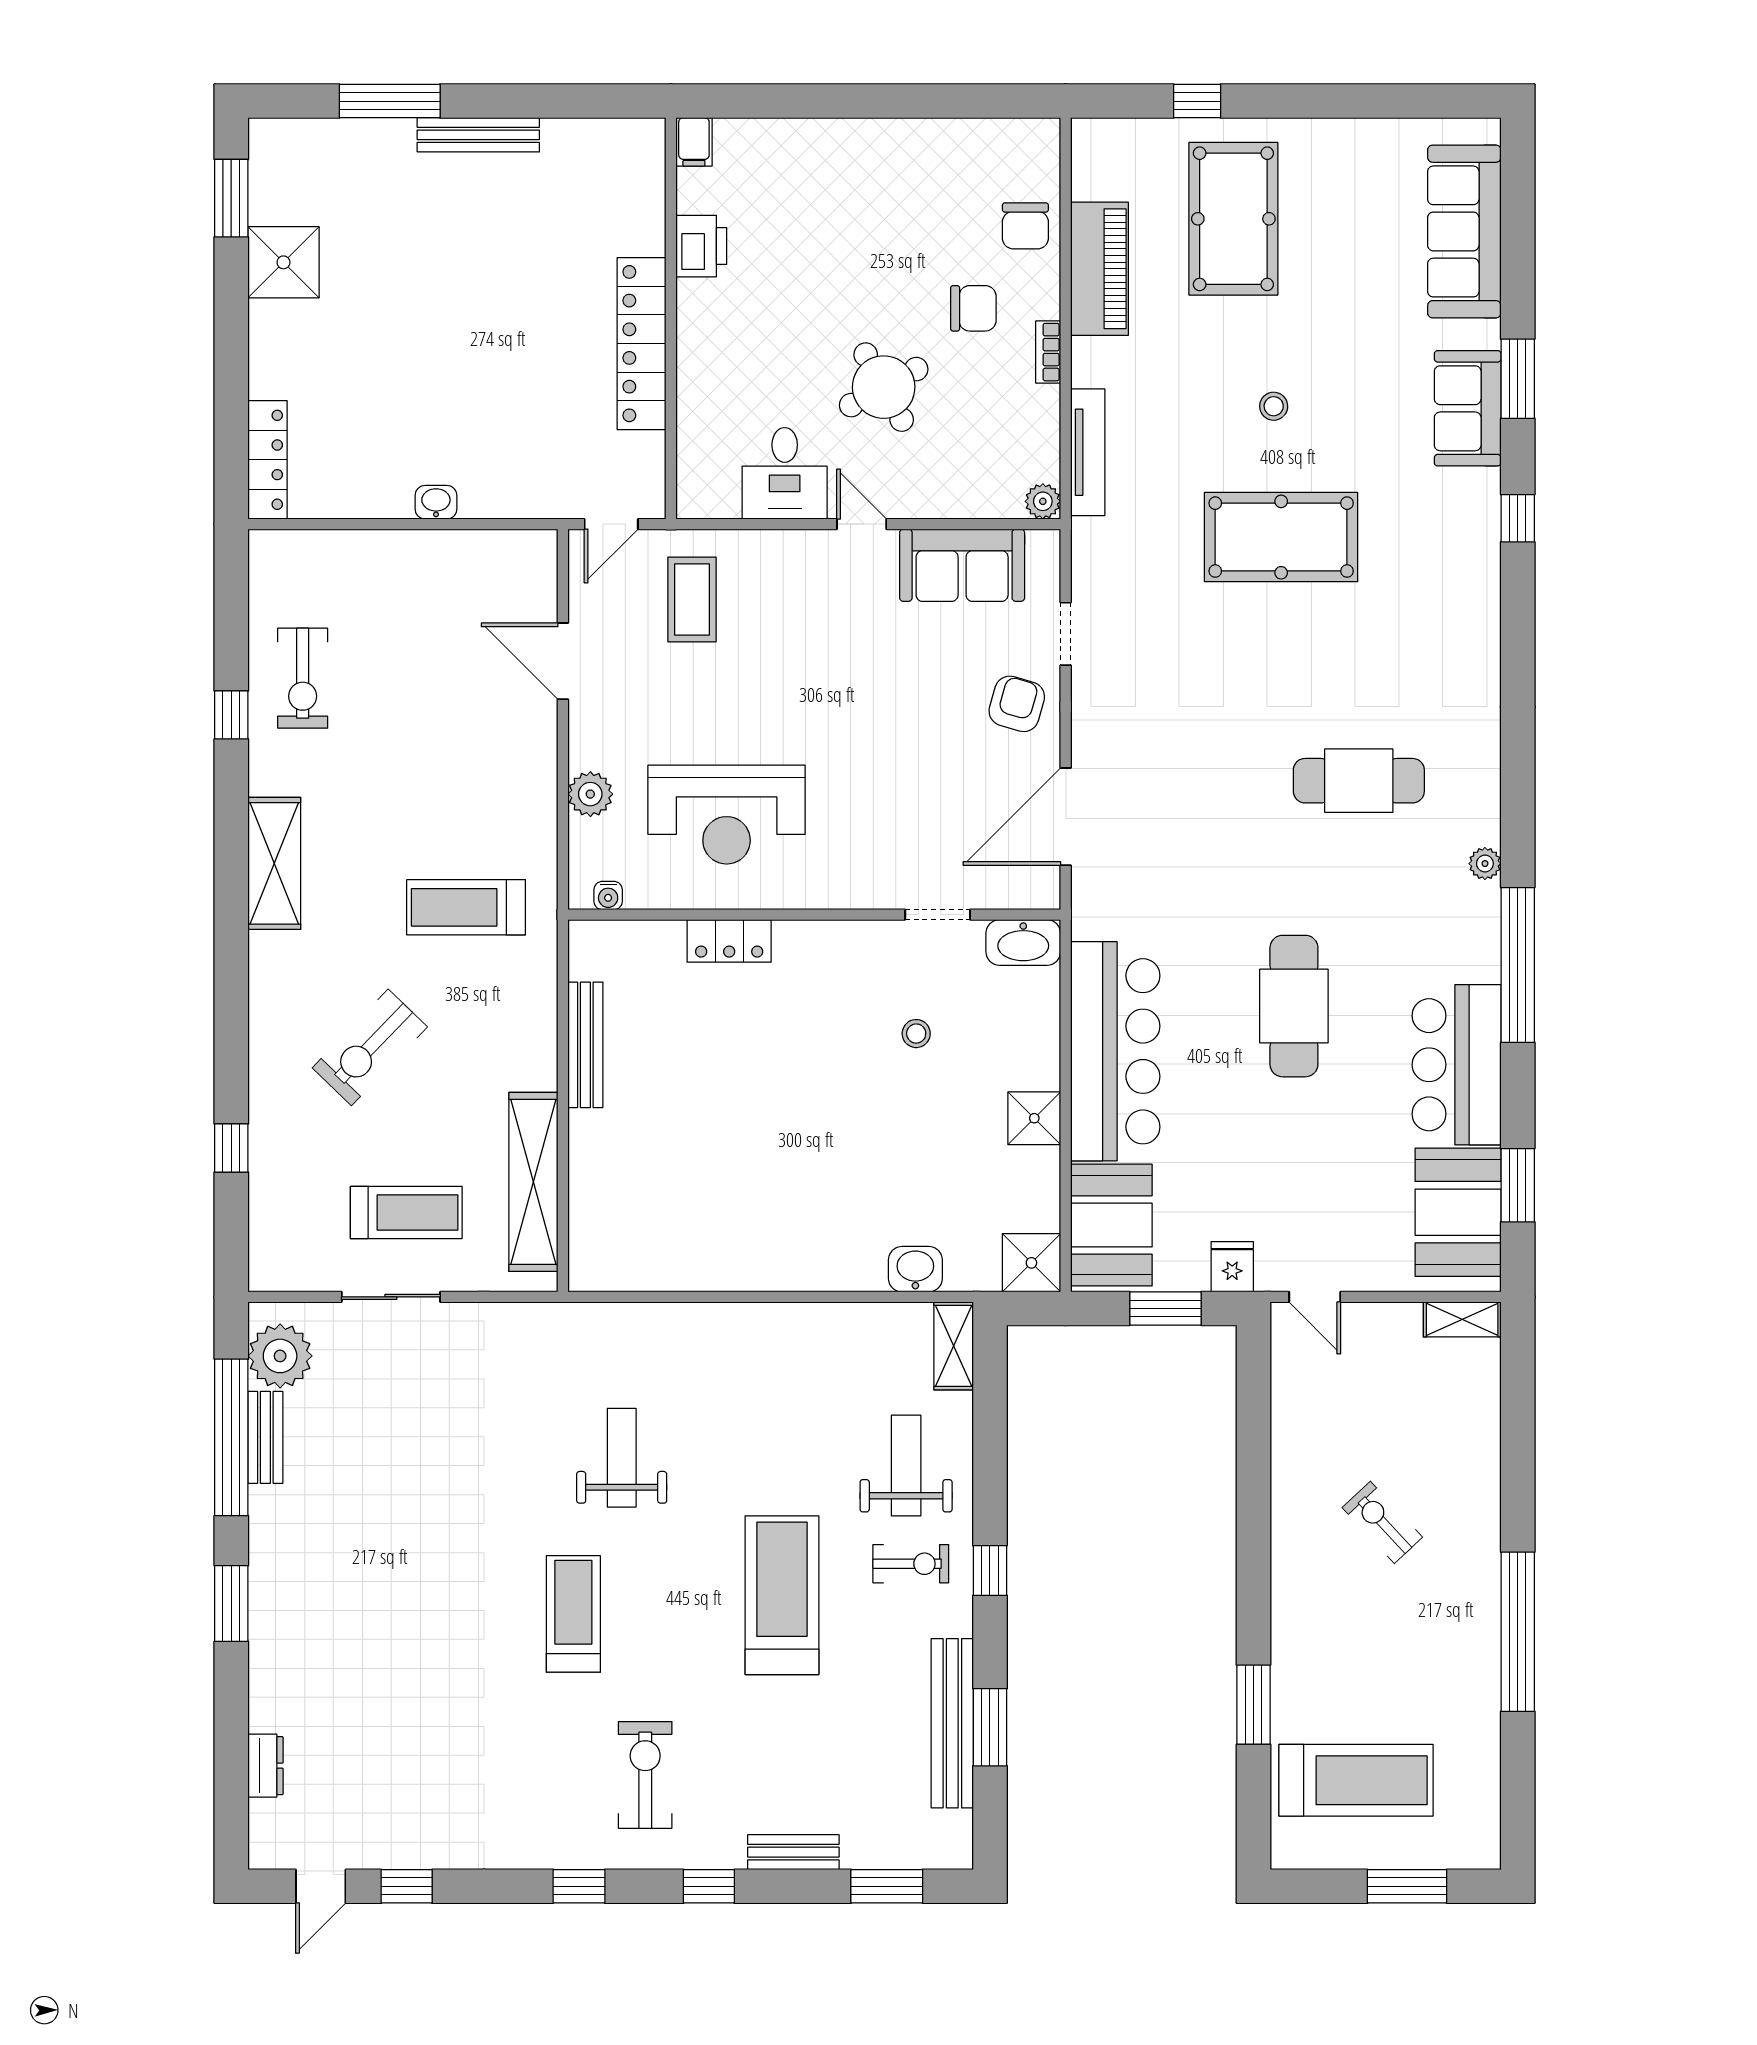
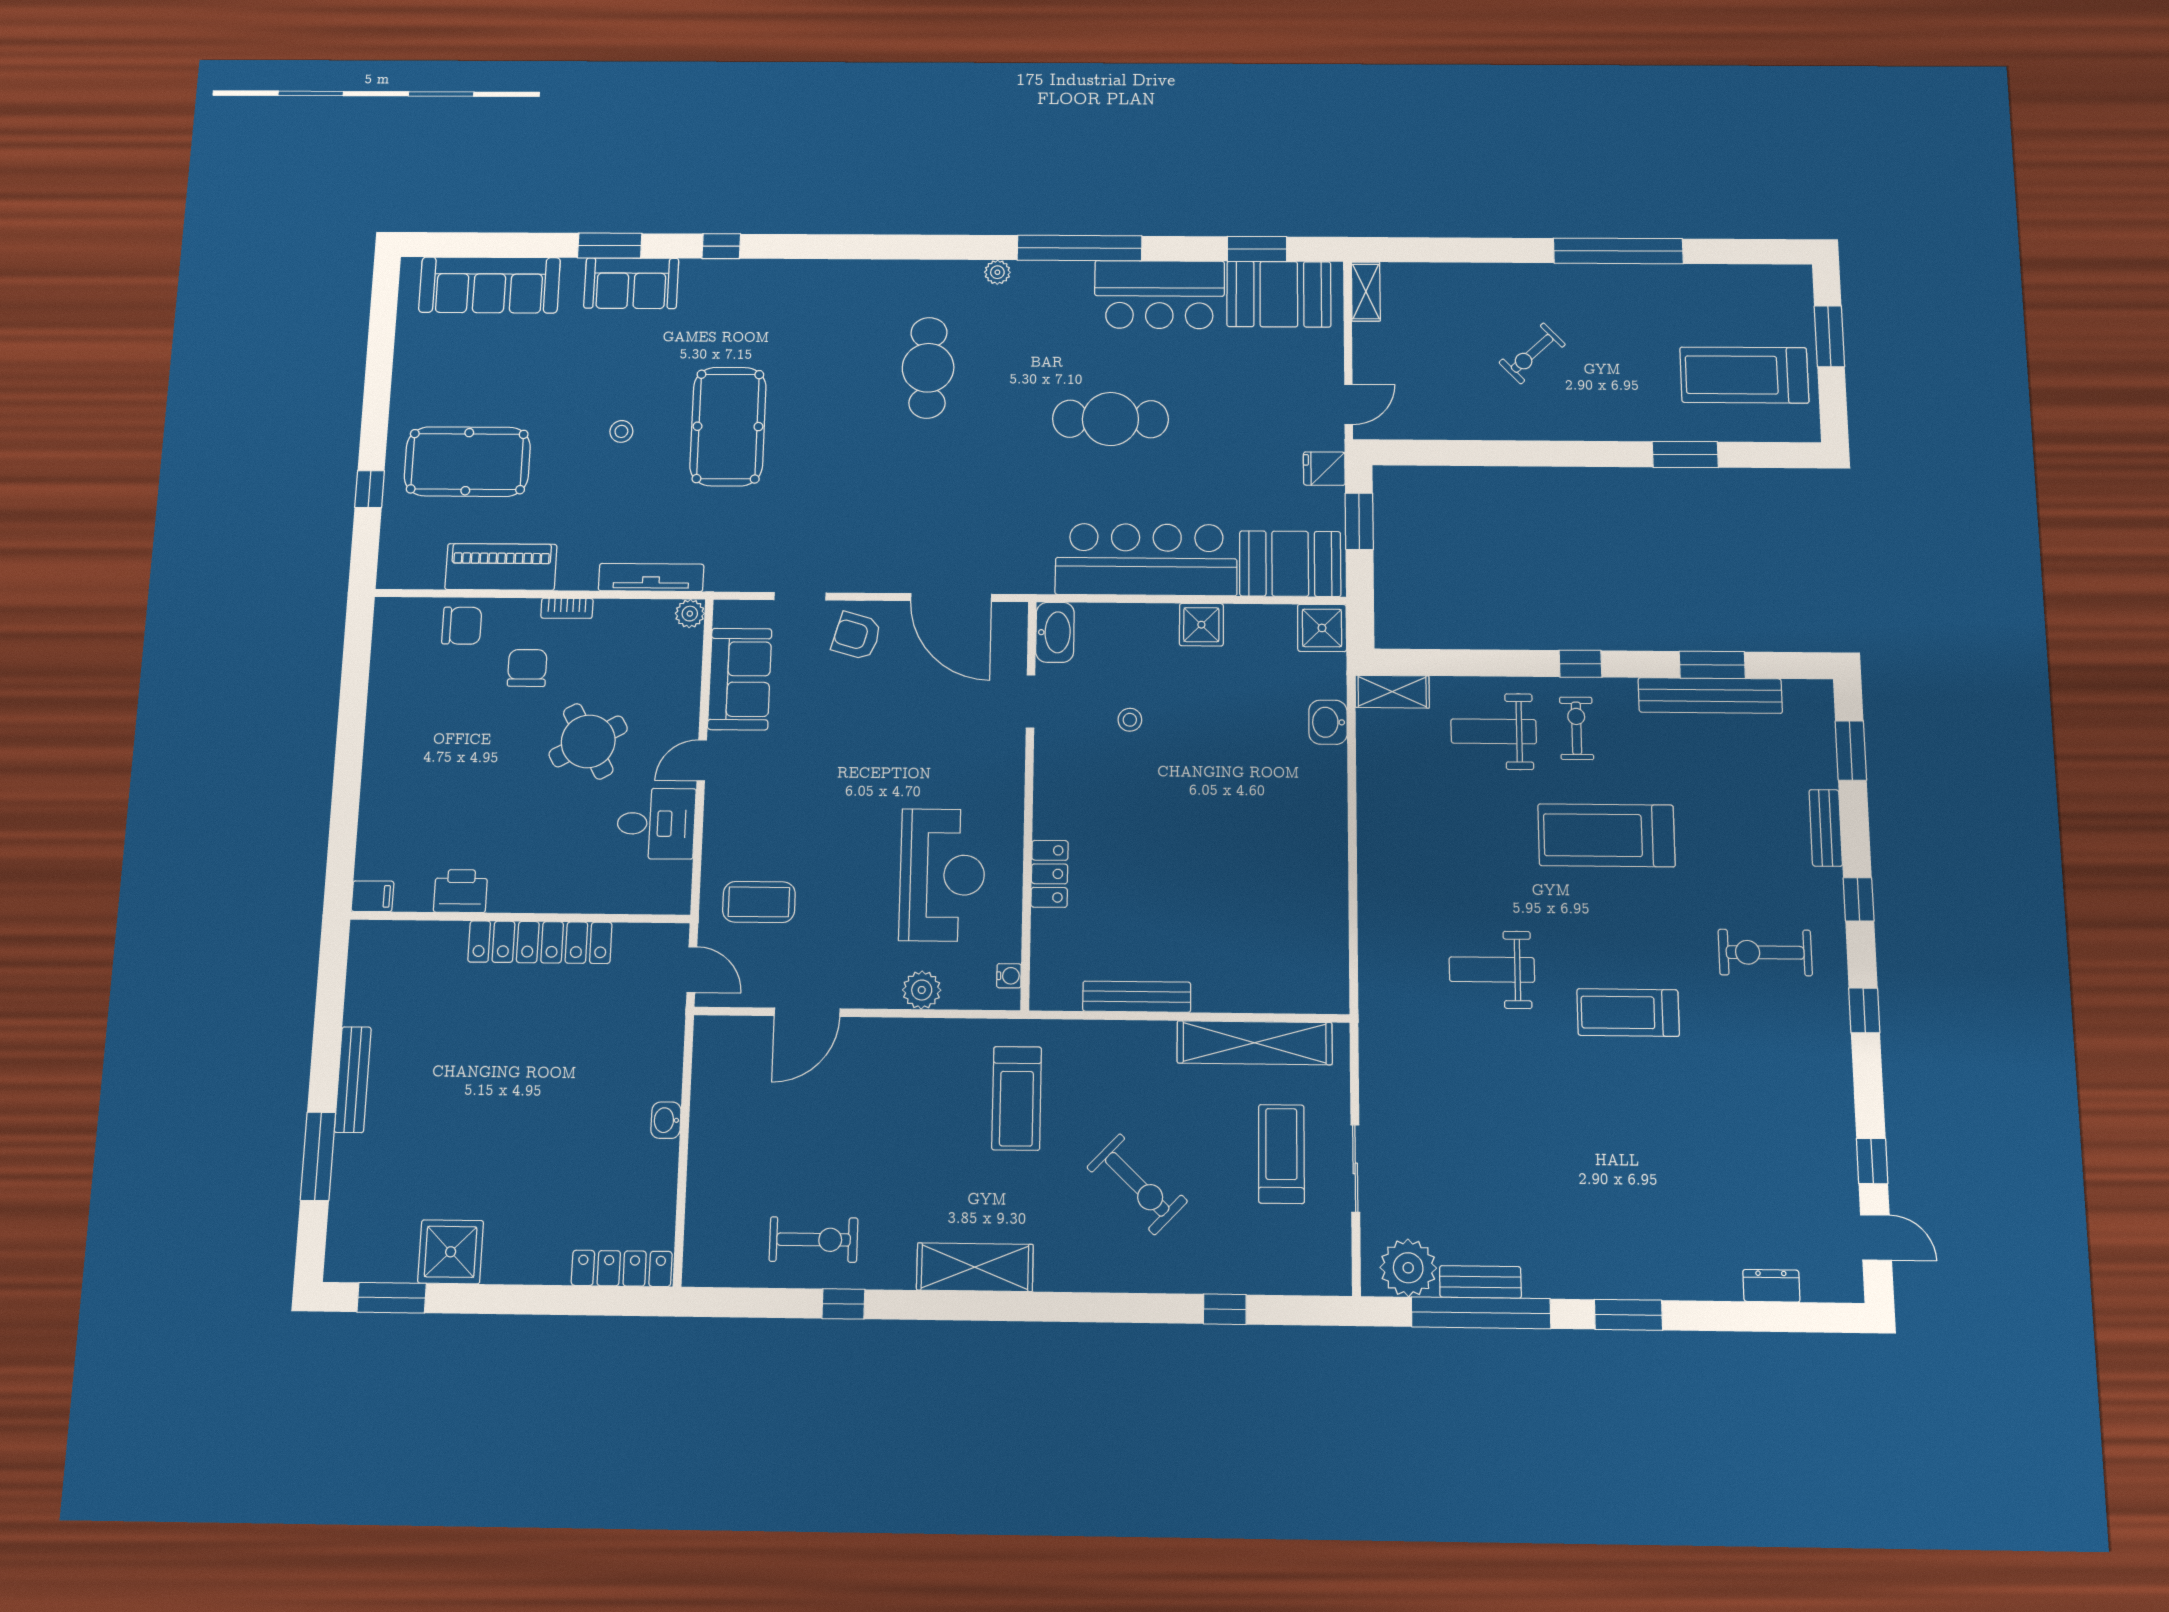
treadmill: (1356, 1780) -> (1744, 375), turned -90

